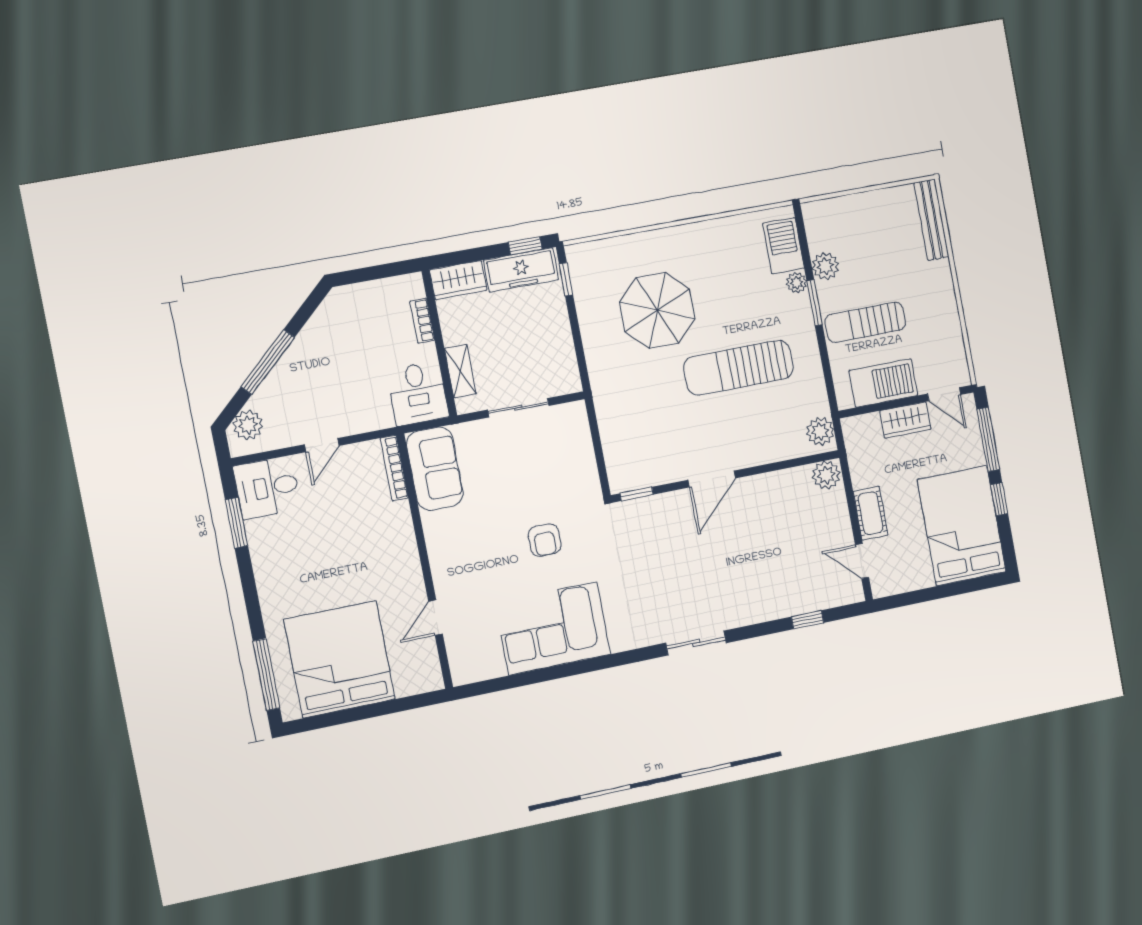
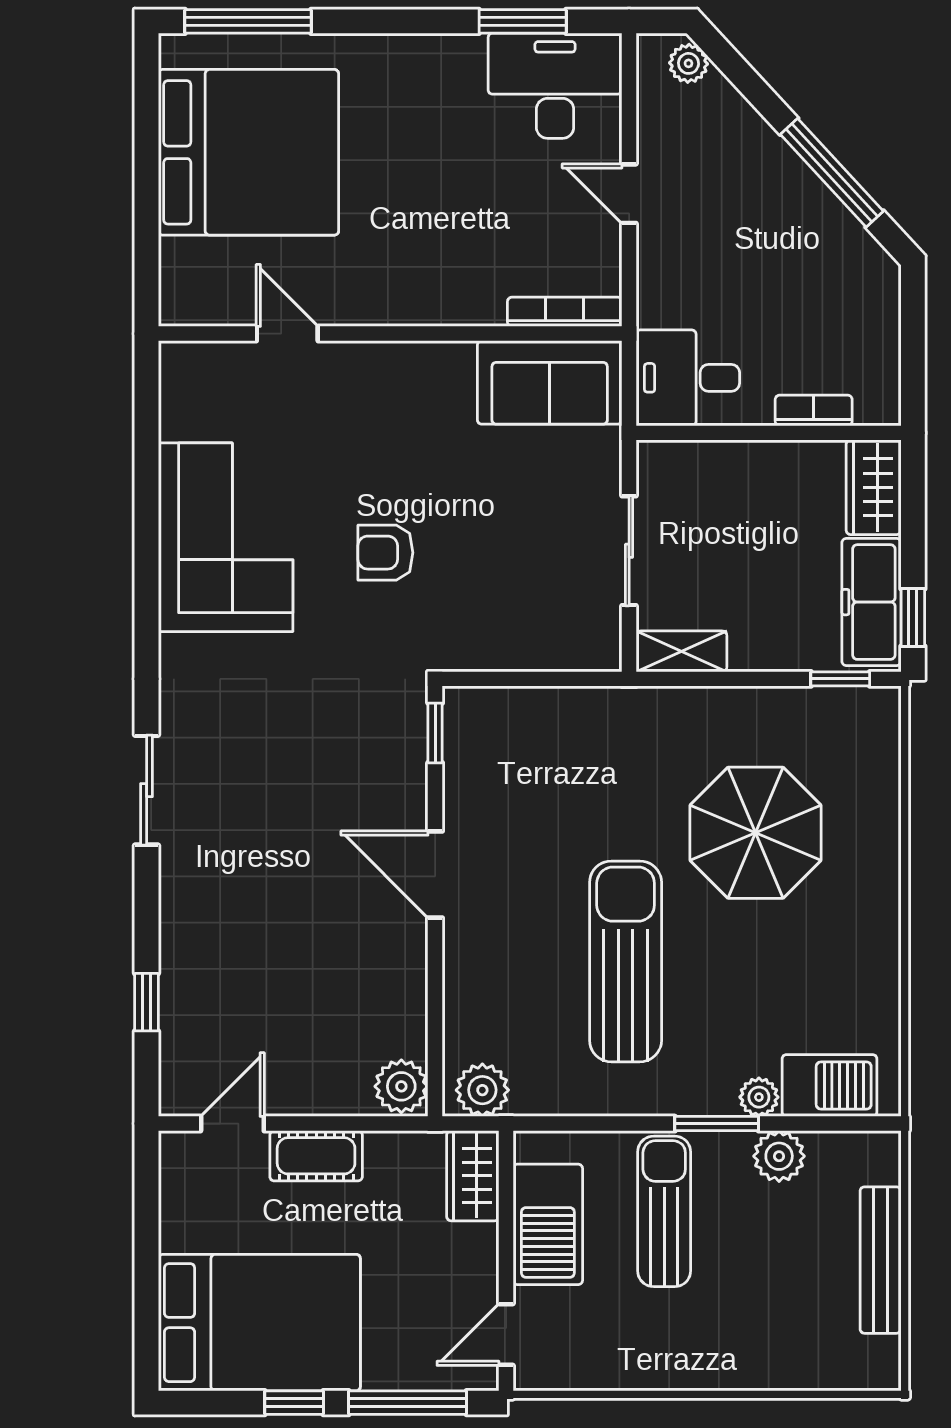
bench: (931, 220) -> (881, 1260), moved, turned 90
window: (268, 362) -> (832, 173), moved
shelving: (460, 371) -> (681, 651), moved
wardrobe: (905, 420) -> (473, 1176), moved
plant: (248, 425) -> (688, 63), width x0.73, depth x0.73
desk: (267, 488) -> (555, 86), width x1.37

